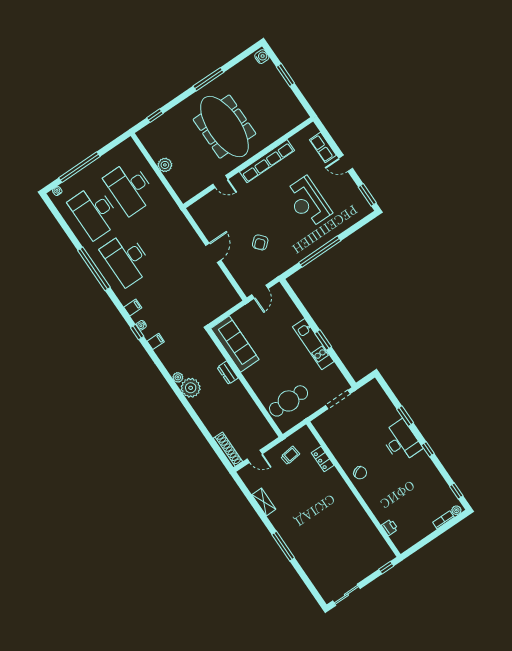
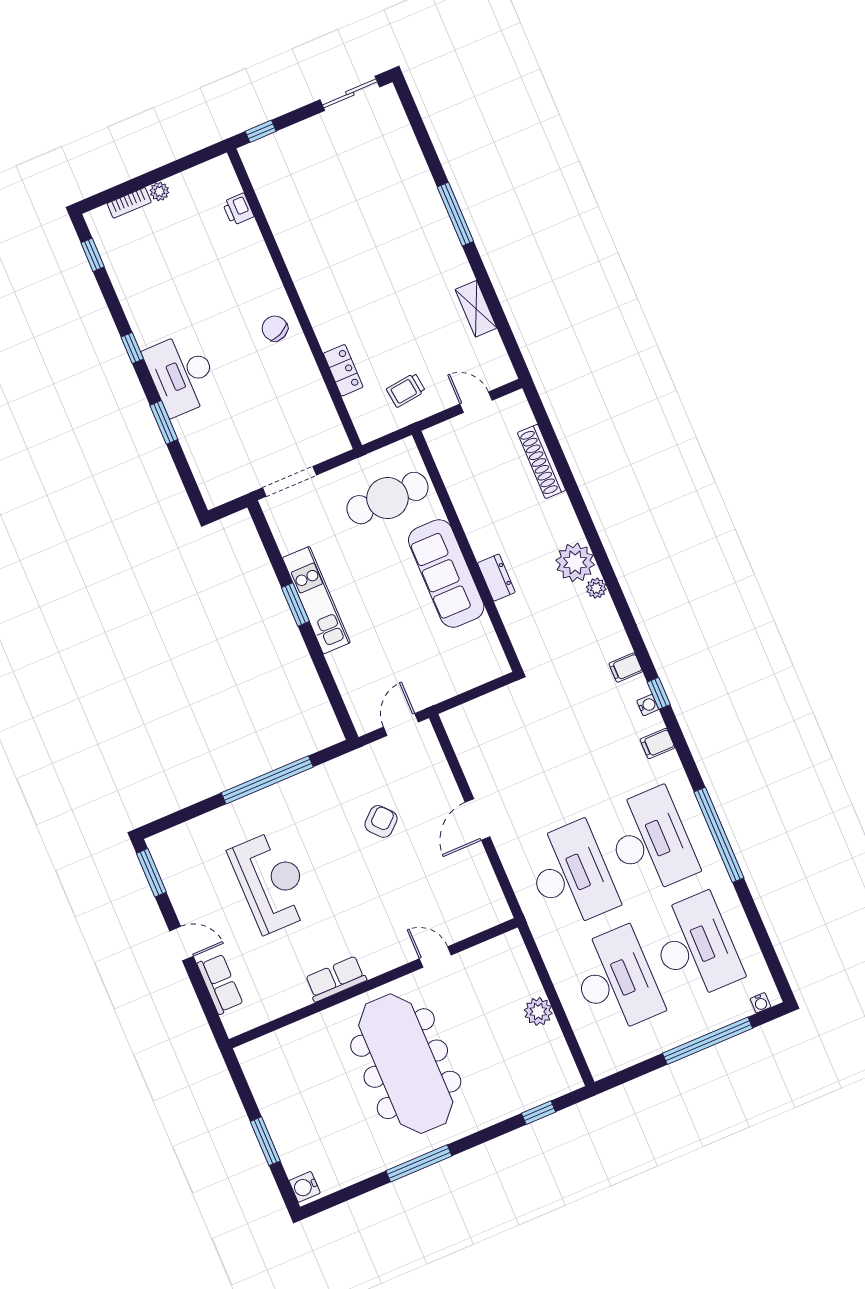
row of seats: (267, 161) -> (336, 979), width x0.50
desk: (162, 235) -> (571, 875), added
sofa: (235, 344) -> (446, 573), moved
shoe rack: (228, 450) -> (541, 461), moved
plant: (456, 510) -> (159, 191), moved

